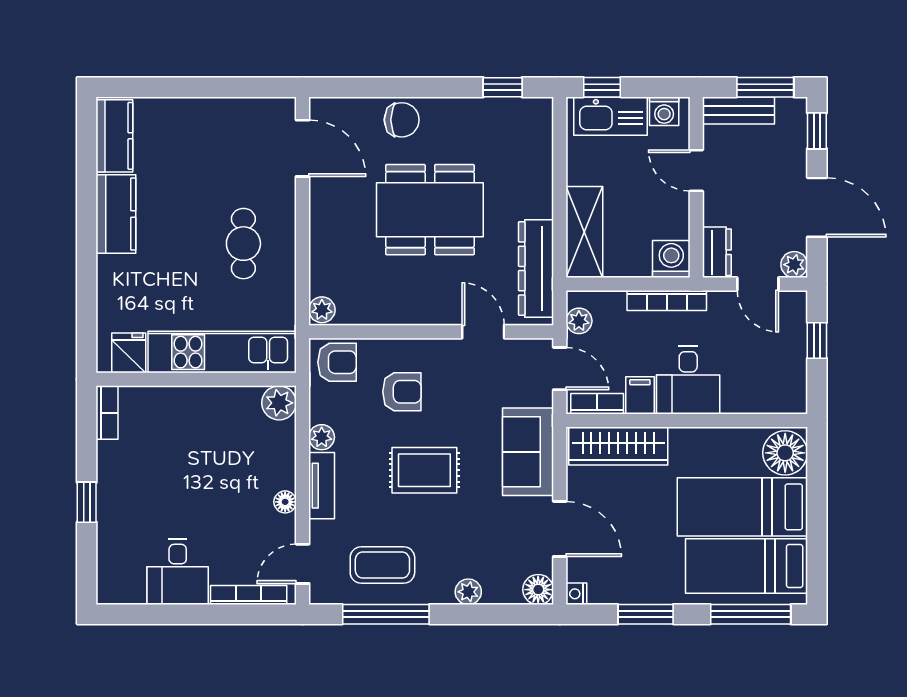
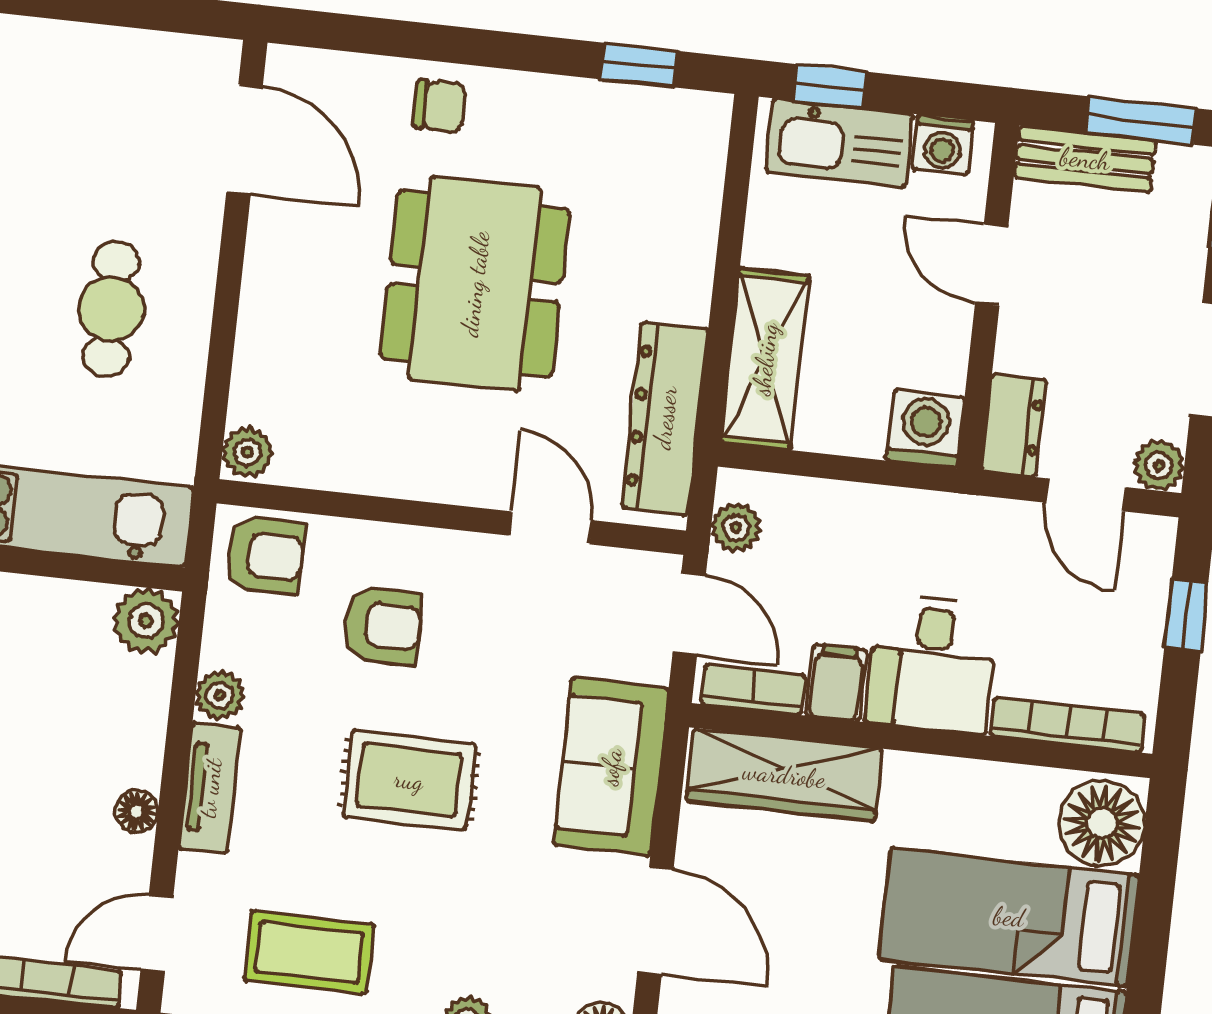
chair: (402, 120) -> (440, 106), width x0.73, depth x0.73
dining table: (430, 210) -> (475, 284), turned 90
bookcase: (667, 301) -> (1068, 725), moved, turned 180

